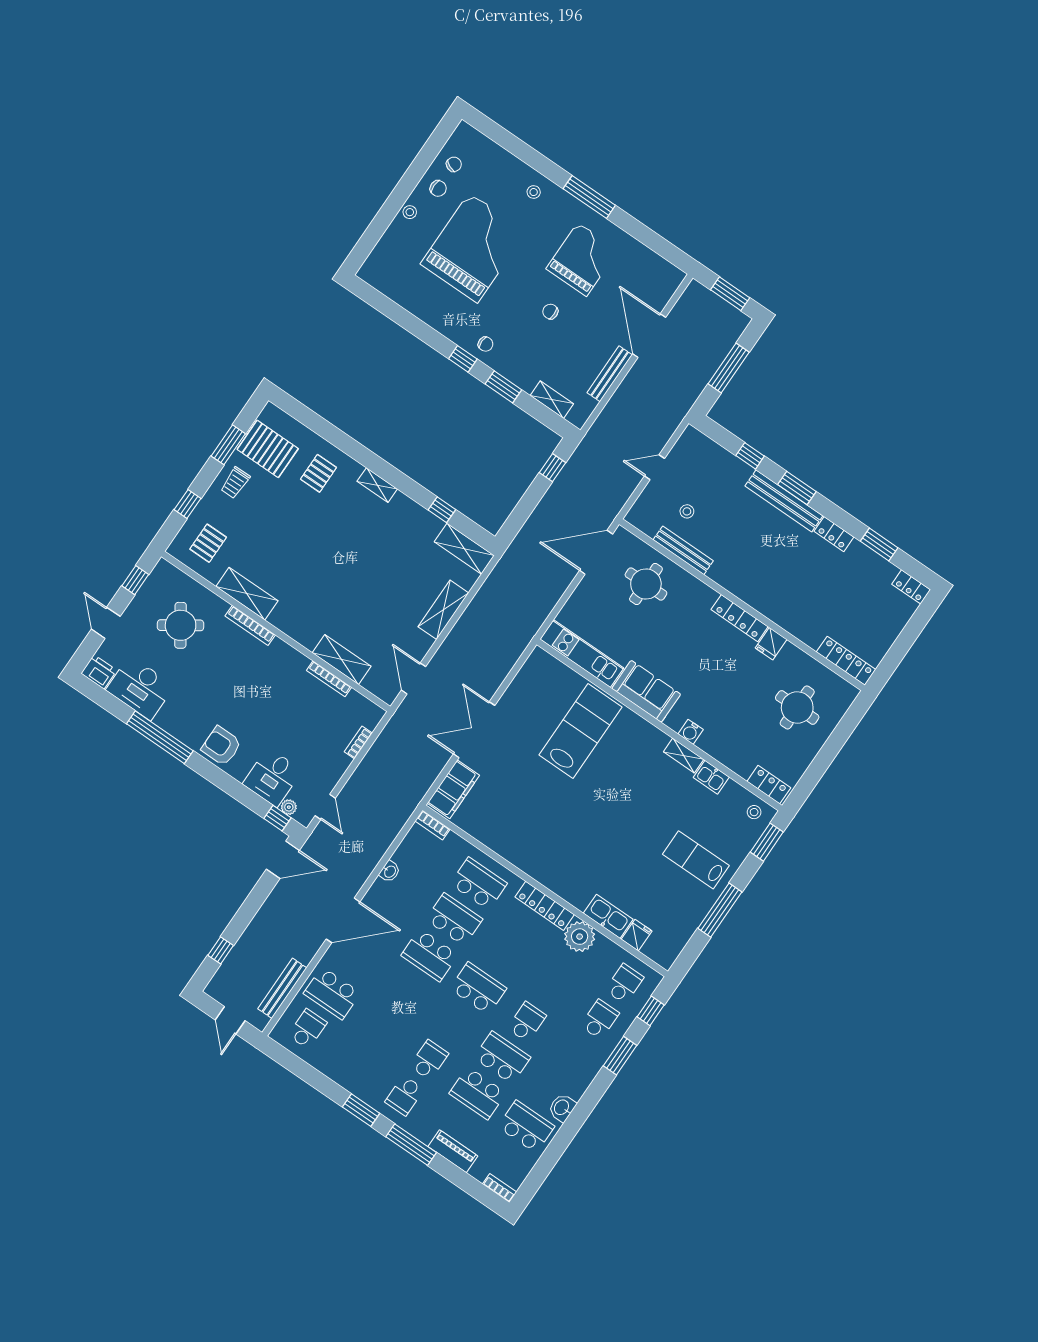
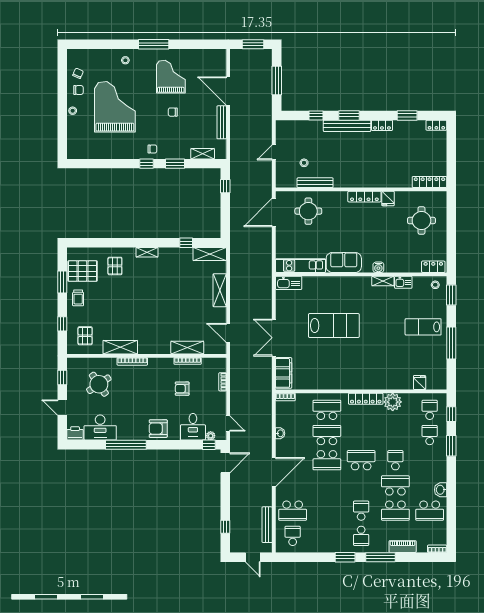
armchair: (294, 713) -> (182, 389), added
lab bench: (580, 731) -> (334, 326), moved, turned 90
kitchen sink: (608, 916) -> (289, 283), moved, turned 180
school desk: (526, 1127) -> (430, 511), turned 180

